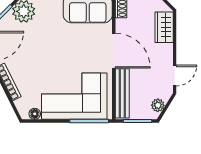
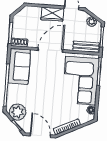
wardrobe: (164, 27) -> (52, 14), moved
bench: (122, 93) -> (86, 47), width x0.73

